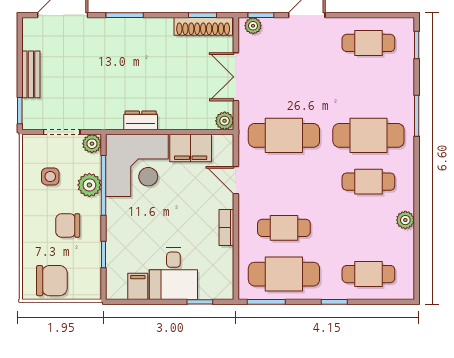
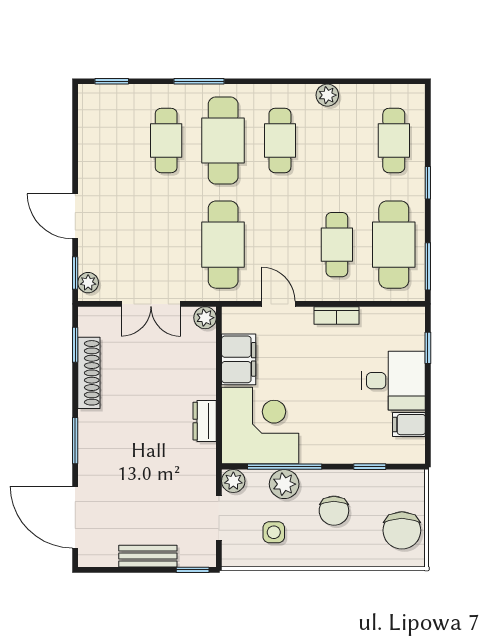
shoe rack: (203, 26) -> (89, 373), moved
cafe table: (368, 43) -> (166, 140), moved
door: (236, 180) -> (278, 304), swing flipped
chair: (52, 281) -> (402, 530), turned 180

